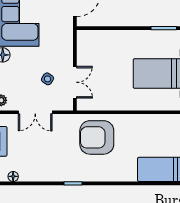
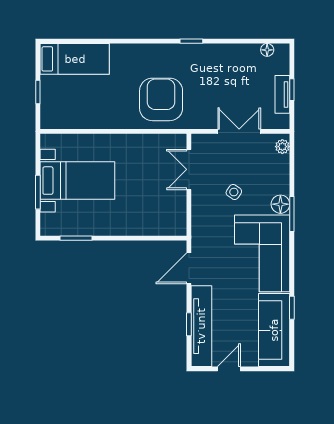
side table: (48, 79) -> (234, 192), moved
armchair: (97, 137) -> (161, 99), turned -90

